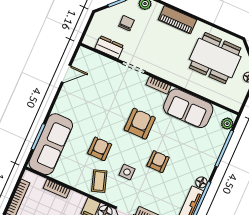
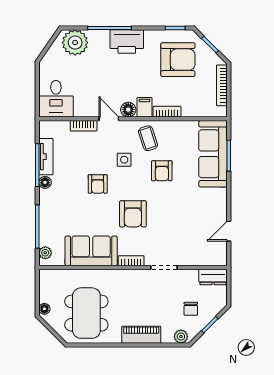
dresser: (109, 47) -> (213, 277), moved
dining table: (215, 58) -> (86, 313), turned 90
bookcase: (57, 189) -> (167, 112), moved

